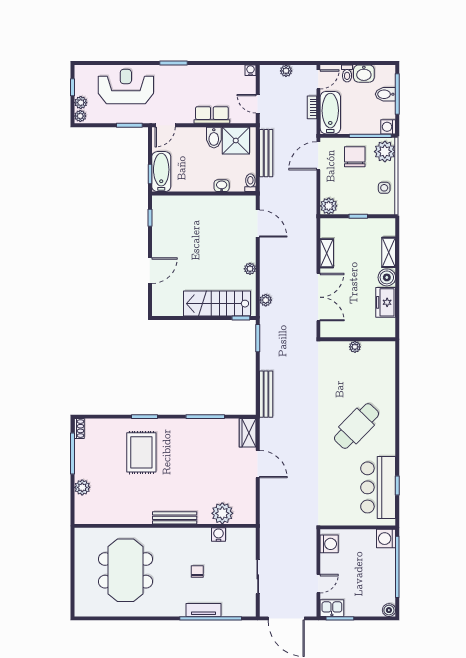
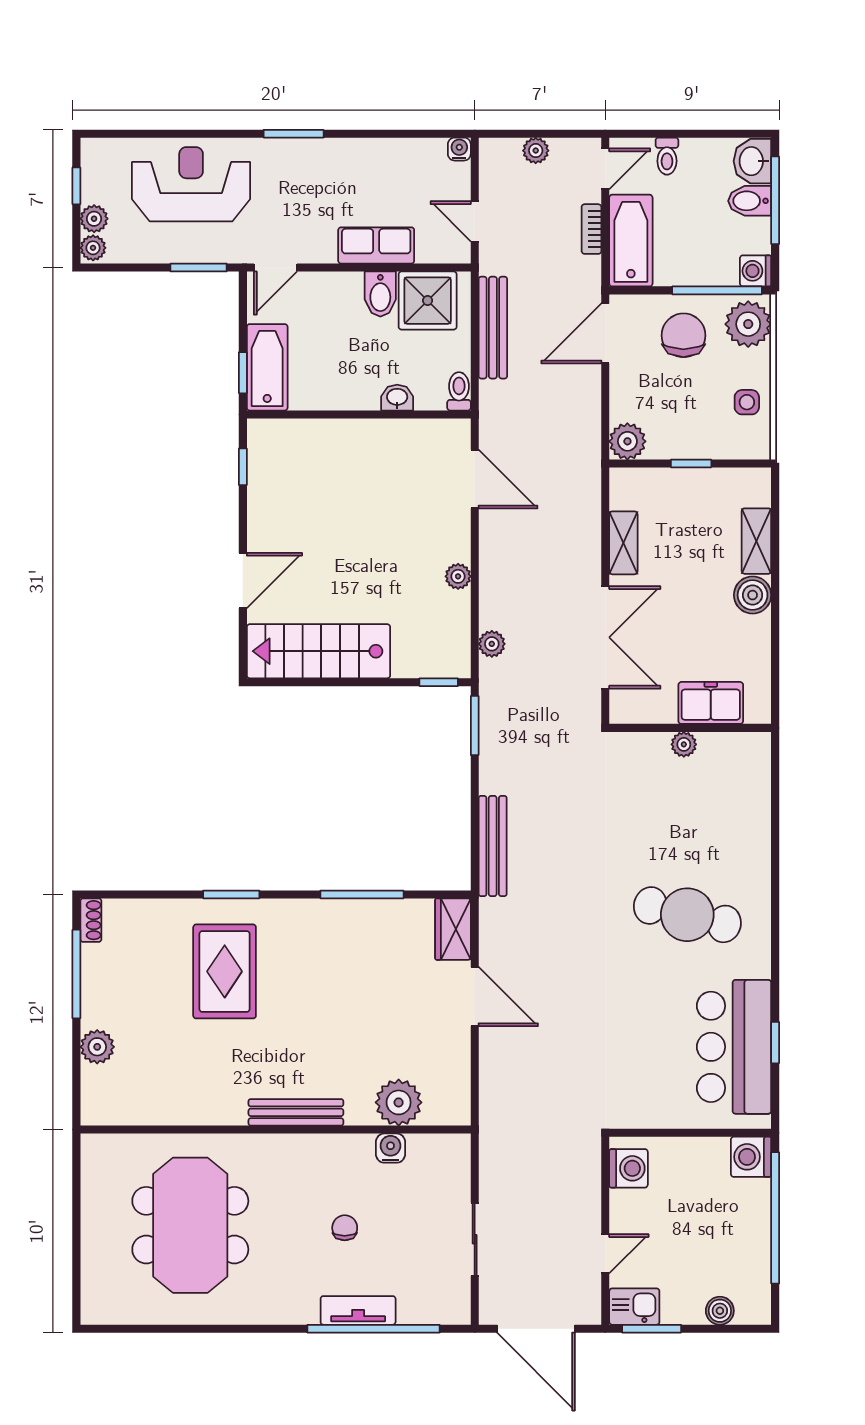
washbasin: (364, 74) -> (752, 161), moved, turned 90
freezer: (386, 302) -> (711, 703), moved, turned 90
stairs: (217, 304) -> (318, 651), moved
cafe table: (357, 426) -> (687, 915), turned 60
boiler: (389, 610) -> (720, 1311), moved

